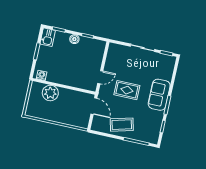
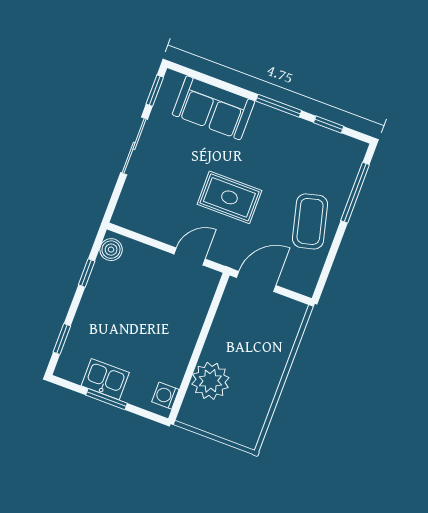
kitchen sink: (48, 37) -> (105, 379), moved
boiler: (74, 39) -> (111, 250), moved
door: (100, 77) -> (190, 257), hinge flipped
rug: (127, 90) -> (229, 197), turned 90
sofa: (159, 95) -> (213, 108), moved

